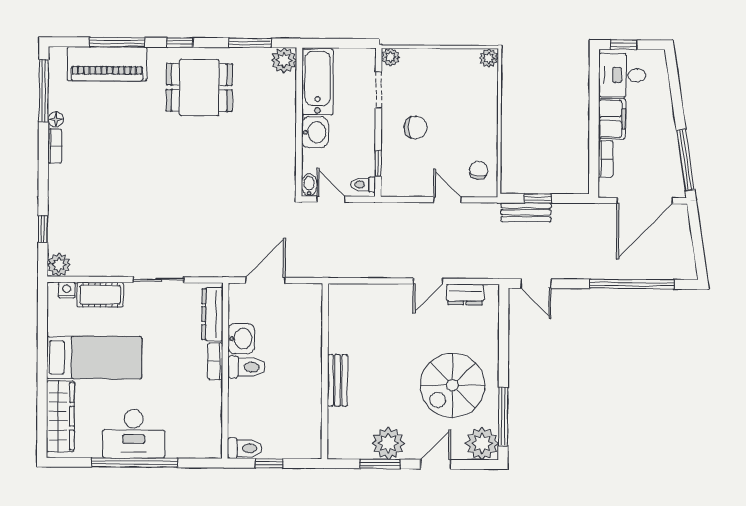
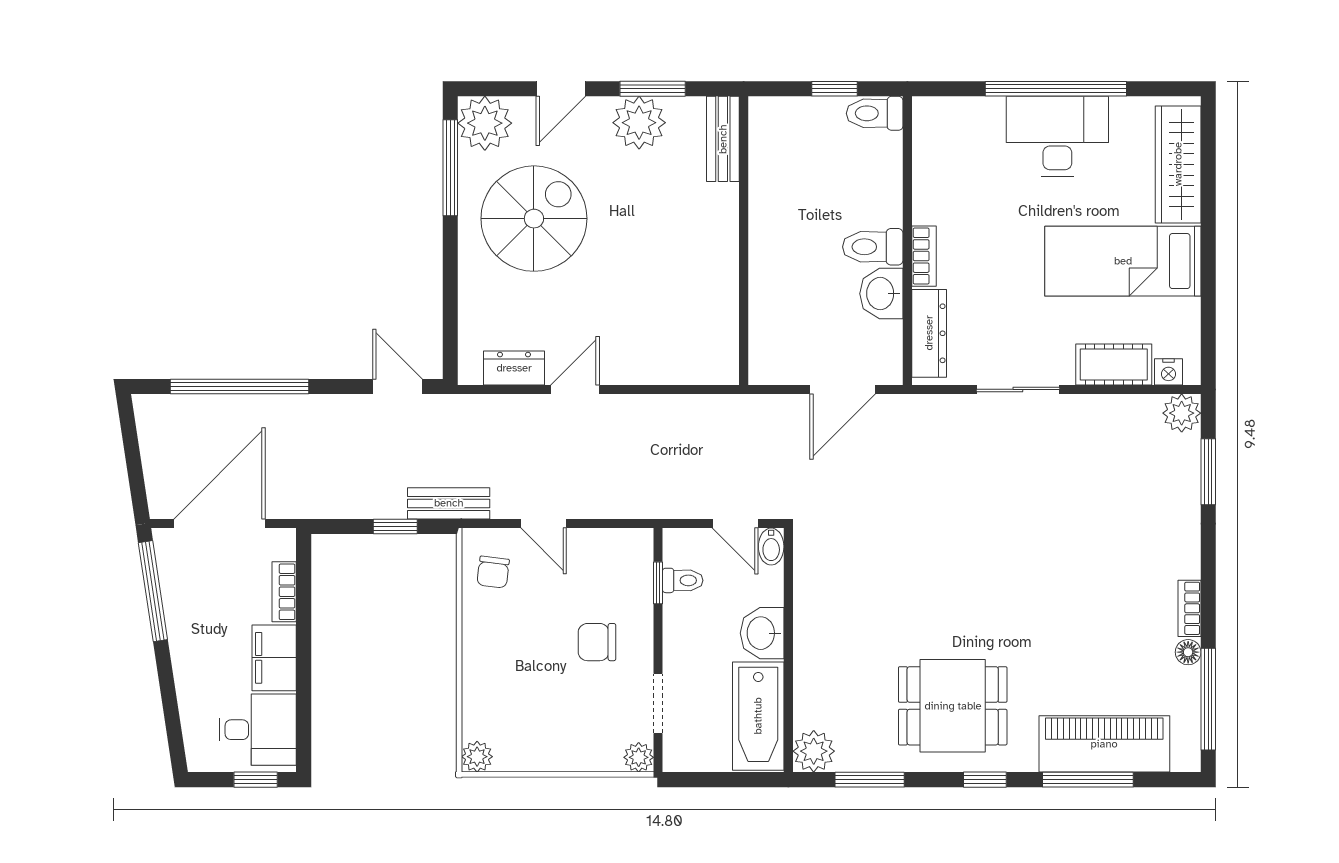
toilet: (363, 184) -> (683, 580), moved
bench: (526, 212) -> (449, 503), moved
window: (43, 229) -> (1208, 472), width x1.50
bench: (338, 380) -> (723, 139), moved

